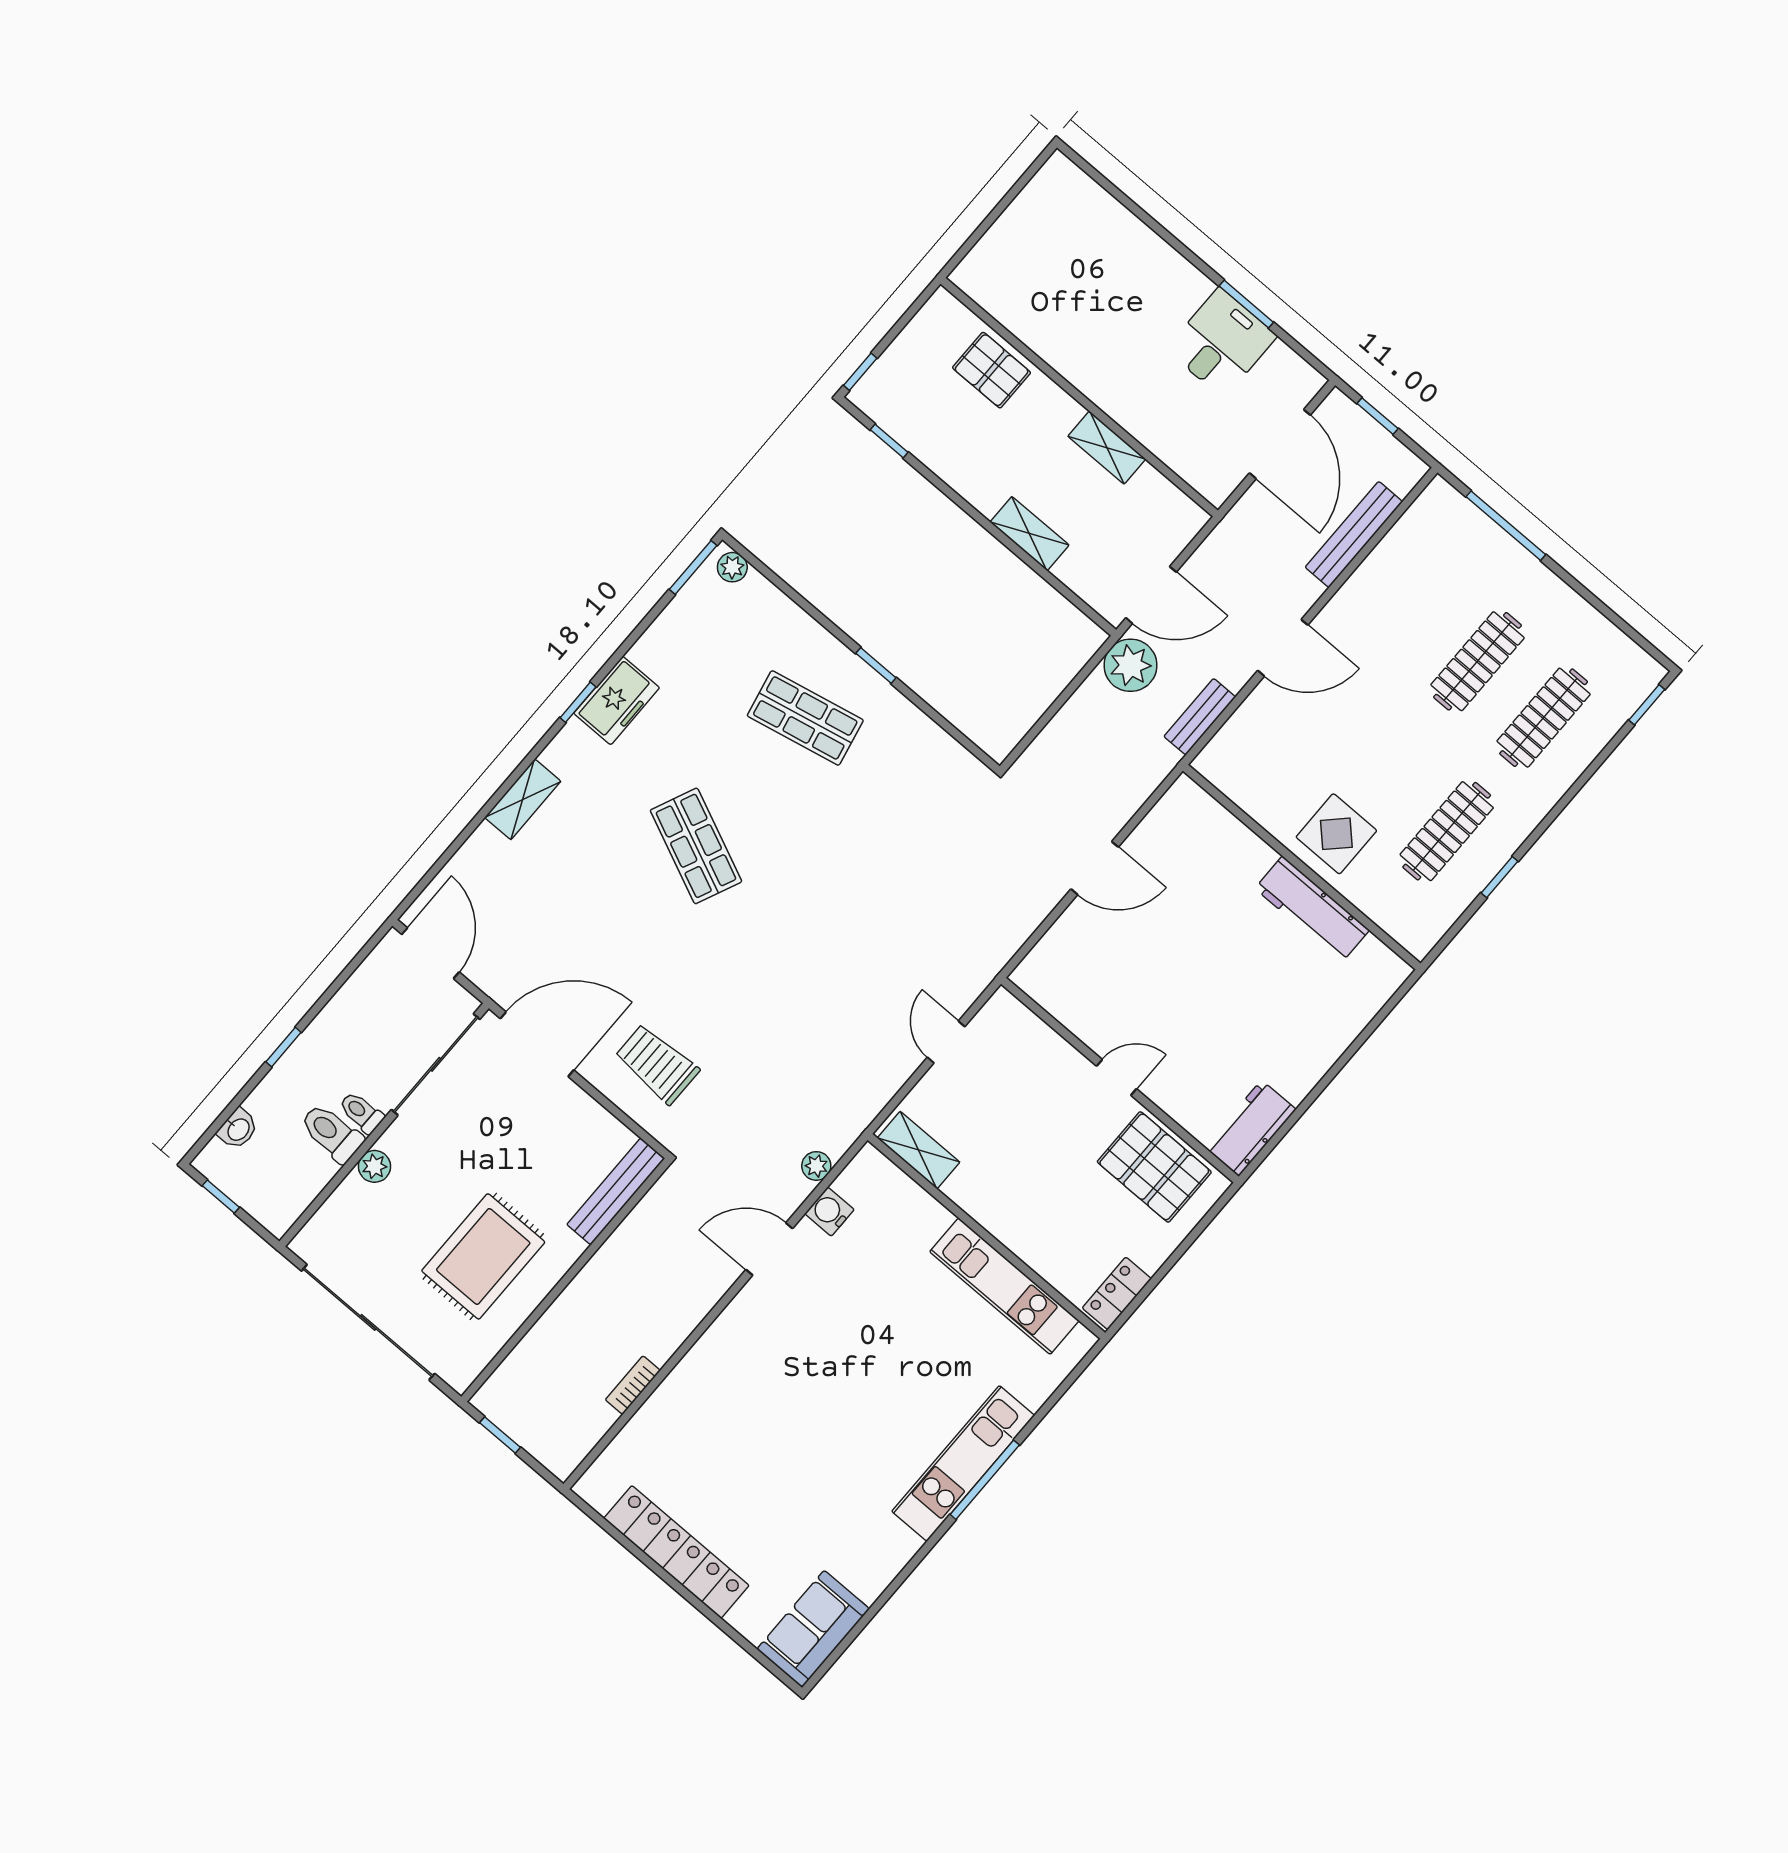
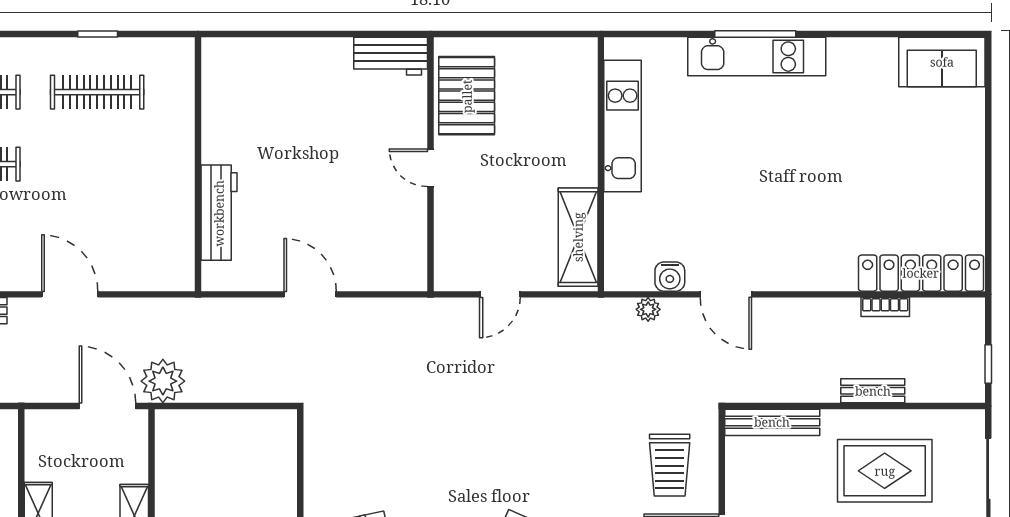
bench: (1200, 717) -> (873, 391), moved
display table: (1336, 834) -> (158, 160), removed
workbench: (1312, 909) -> (219, 213), moved
shelving: (919, 1150) -> (578, 237), width x1.50, depth x1.33
locker: (1117, 1293) -> (567, 51), removed
locker: (676, 1552) -> (921, 273), moved, turned 90

